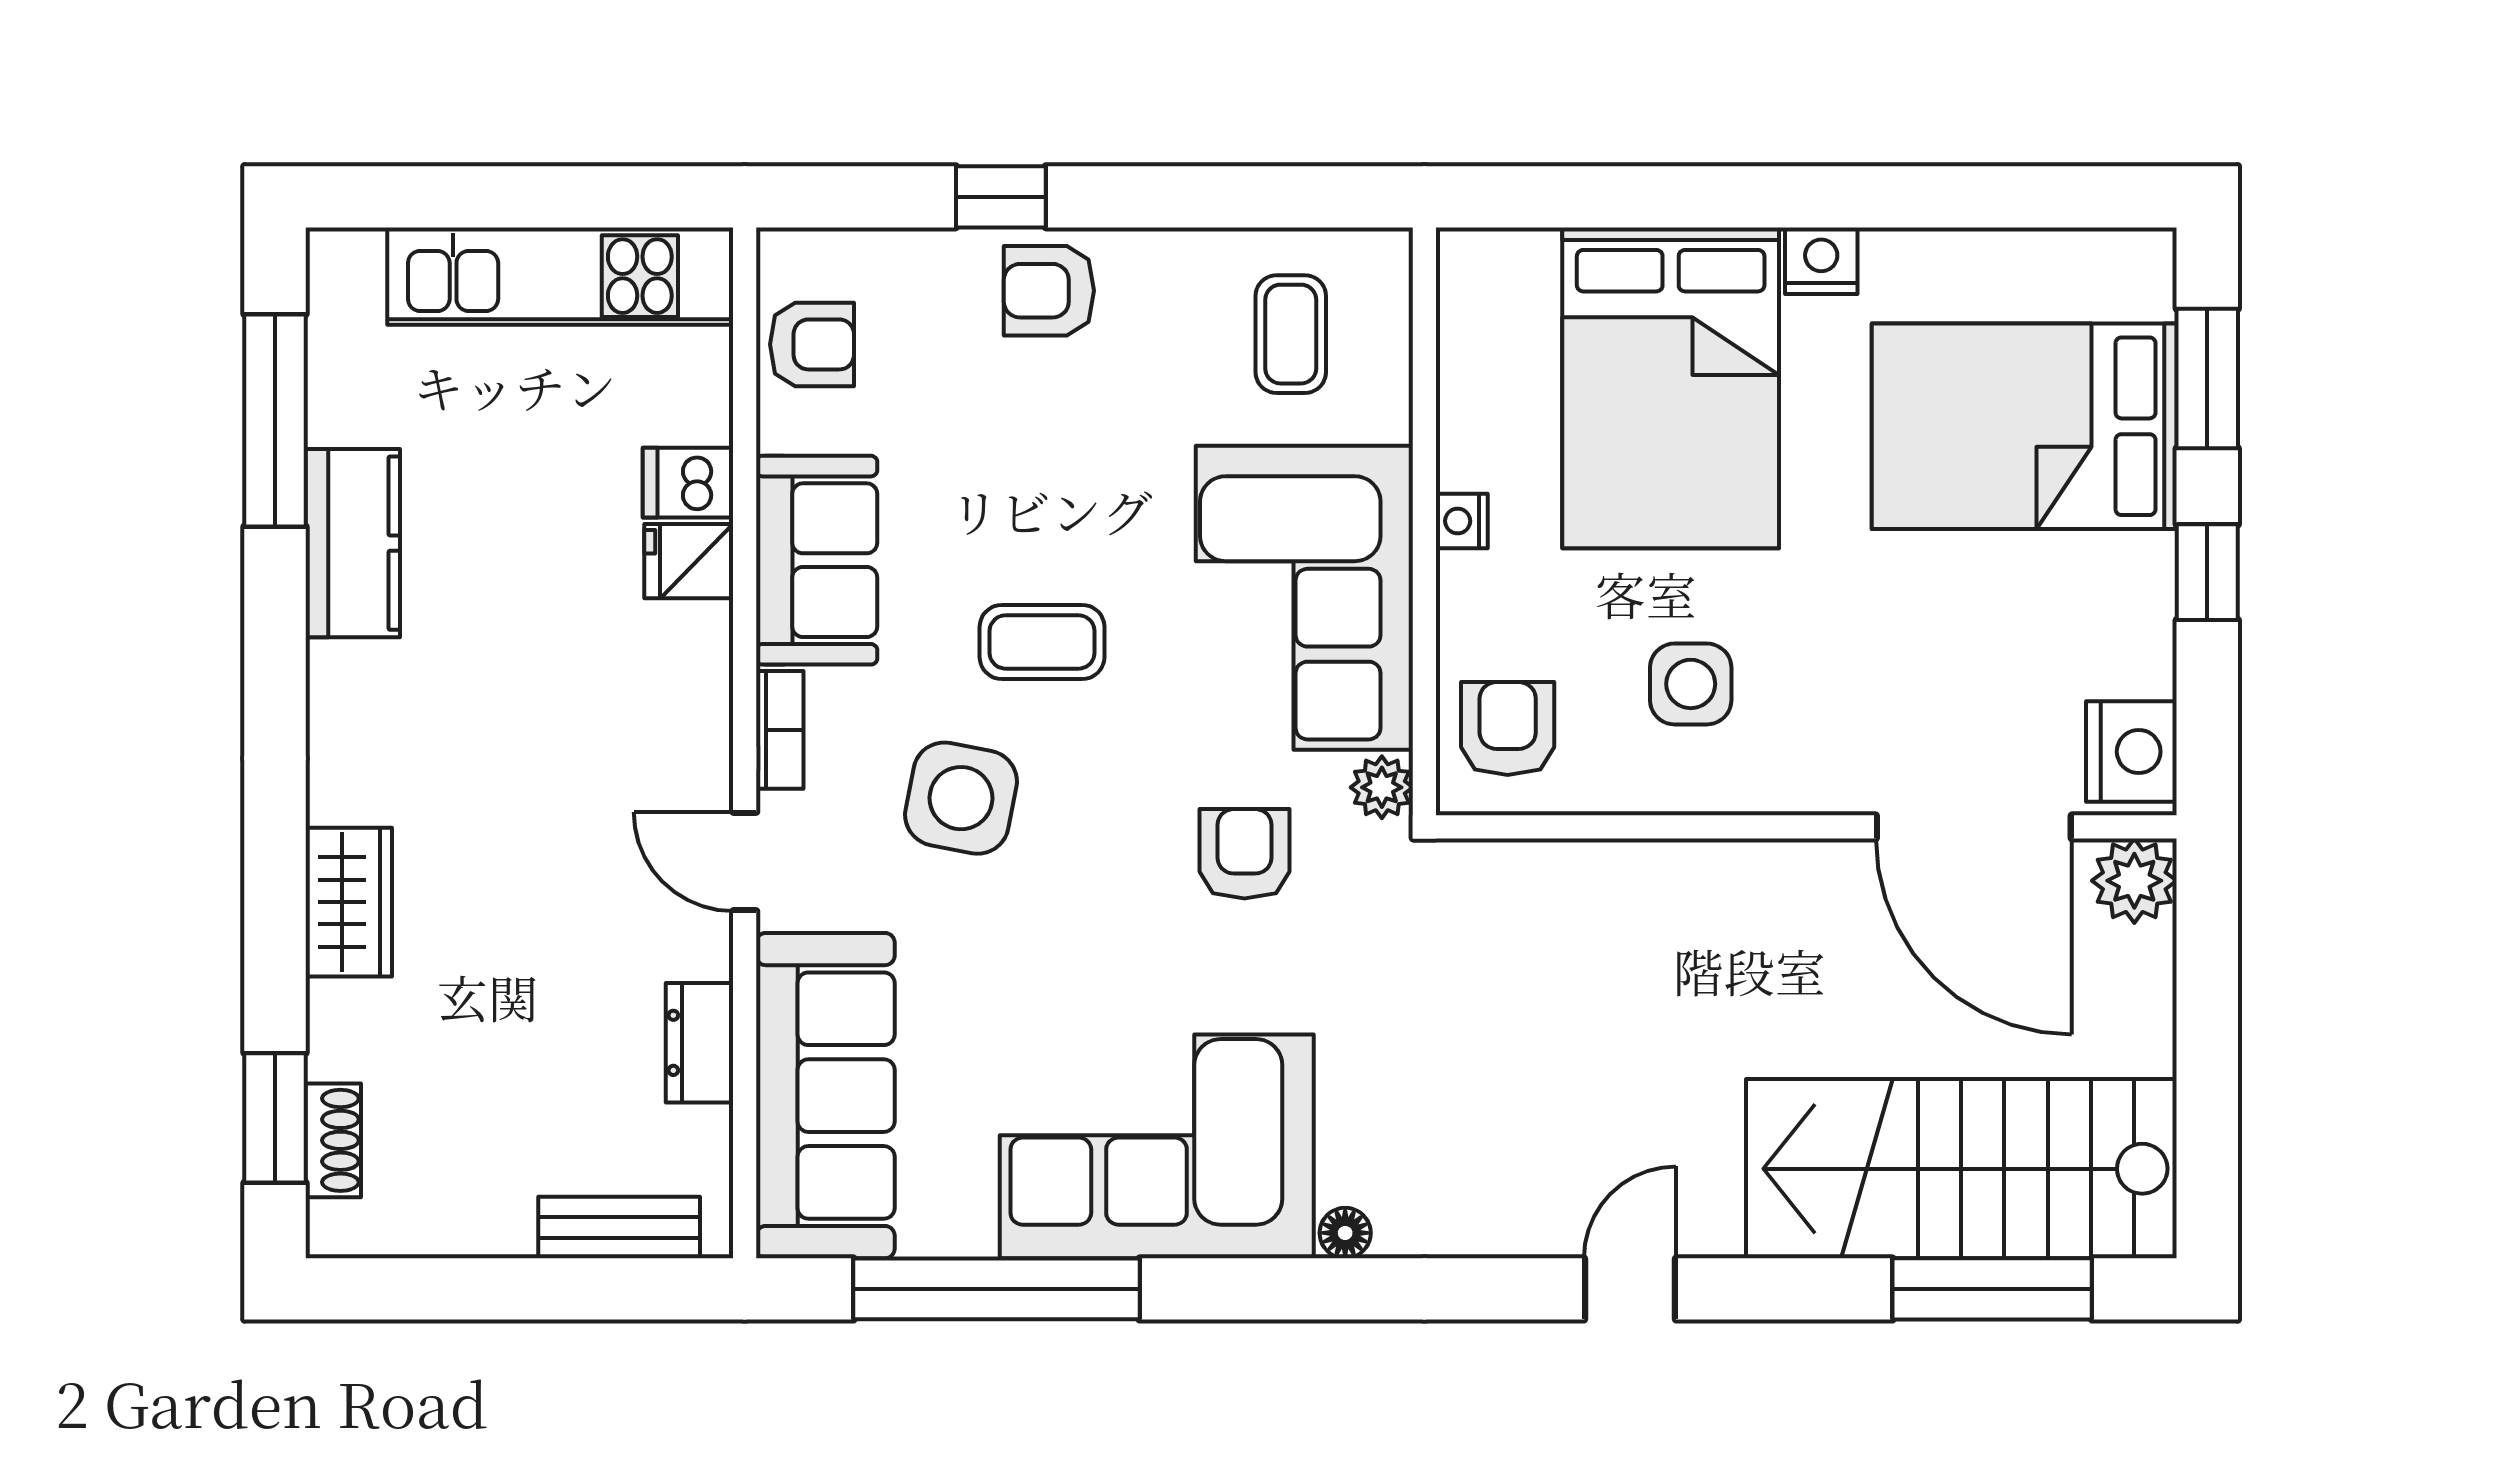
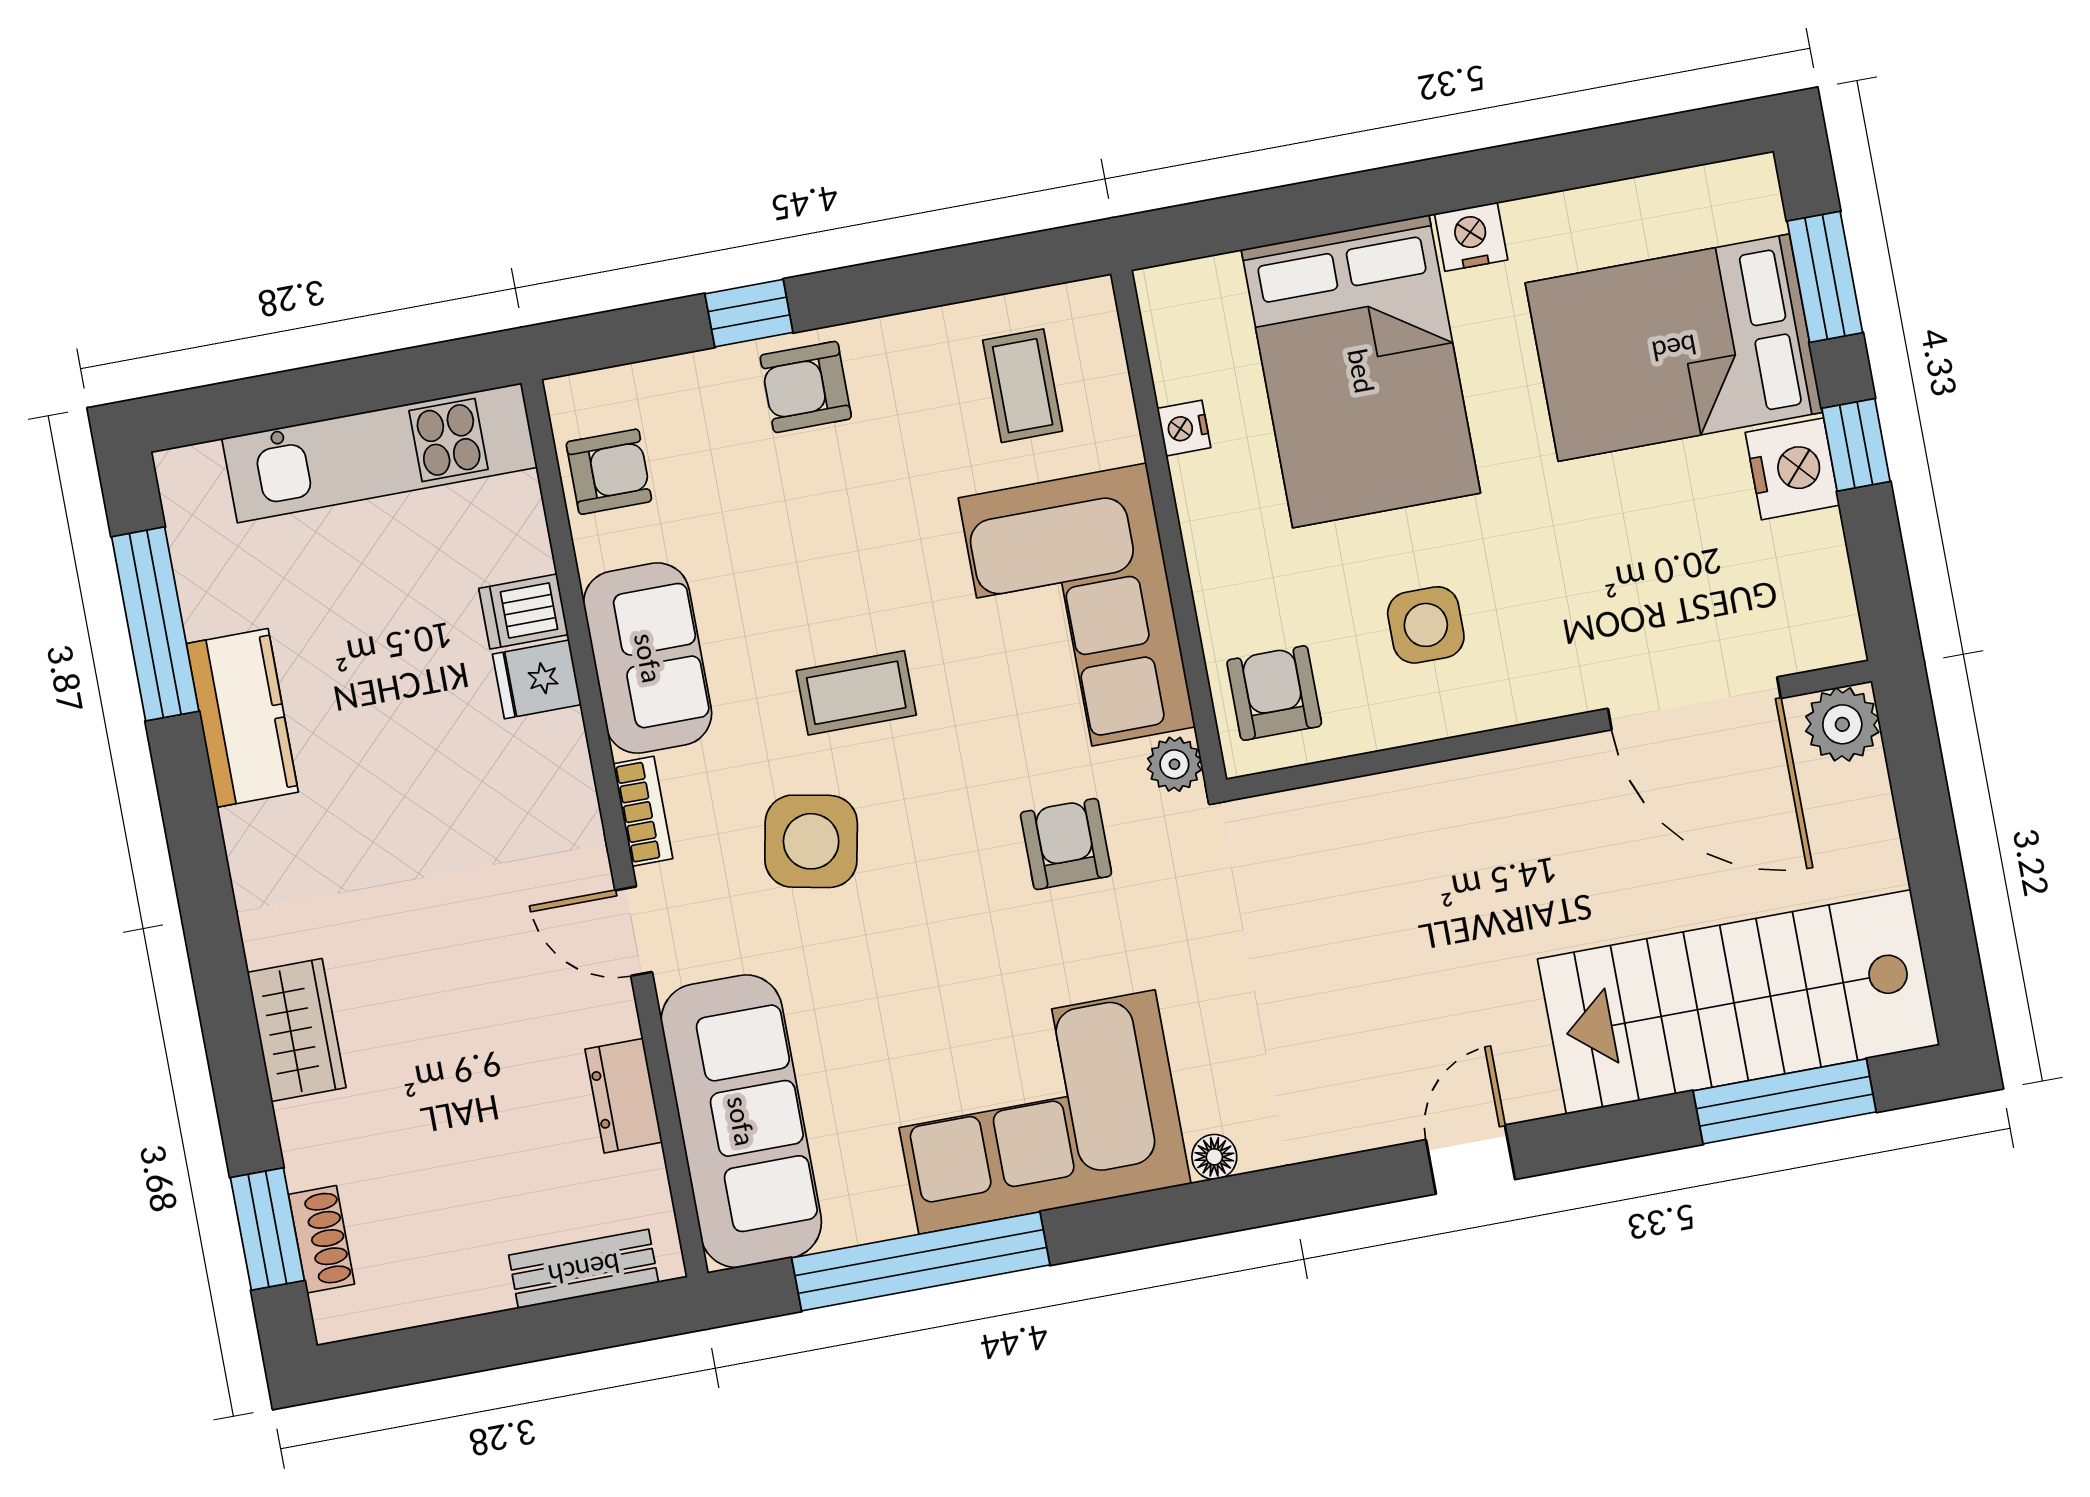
nightstand: (1462, 521) -> (1184, 428), moved
nightstand: (2131, 752) -> (1792, 469), moved

